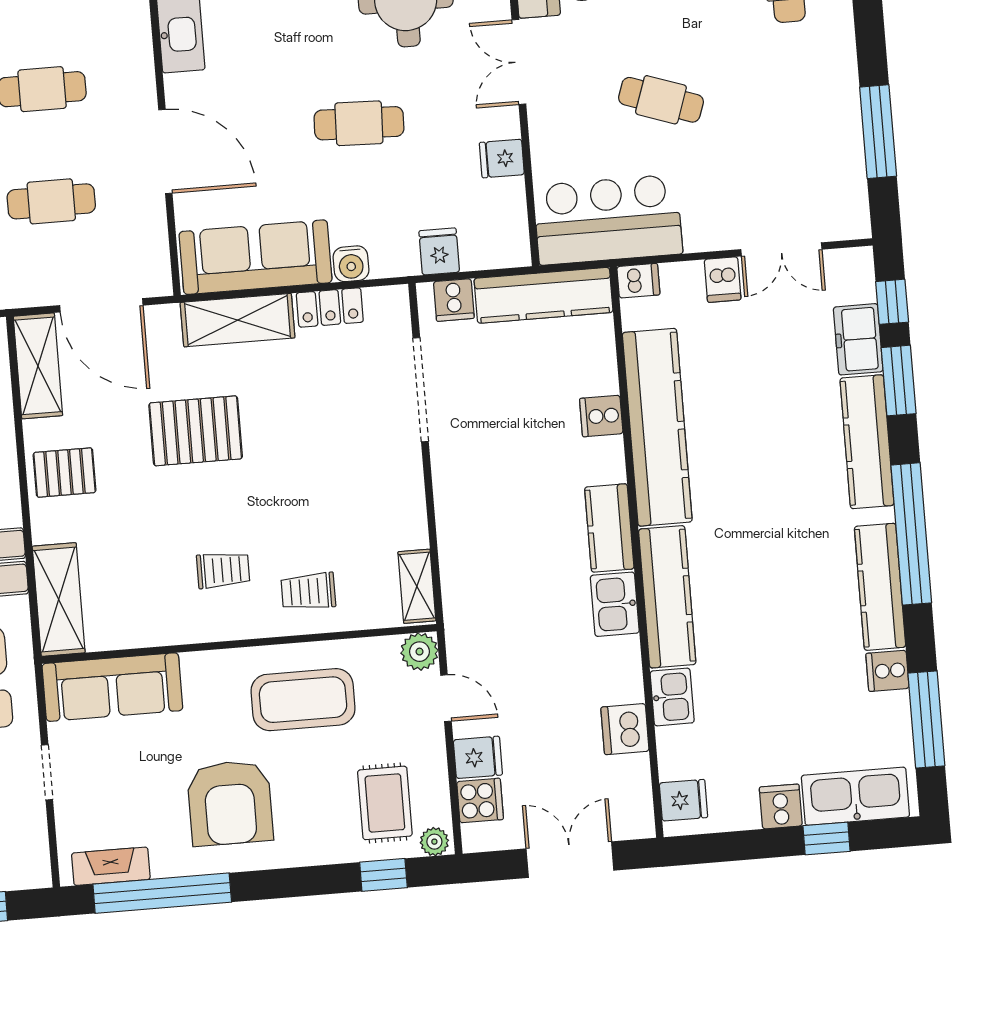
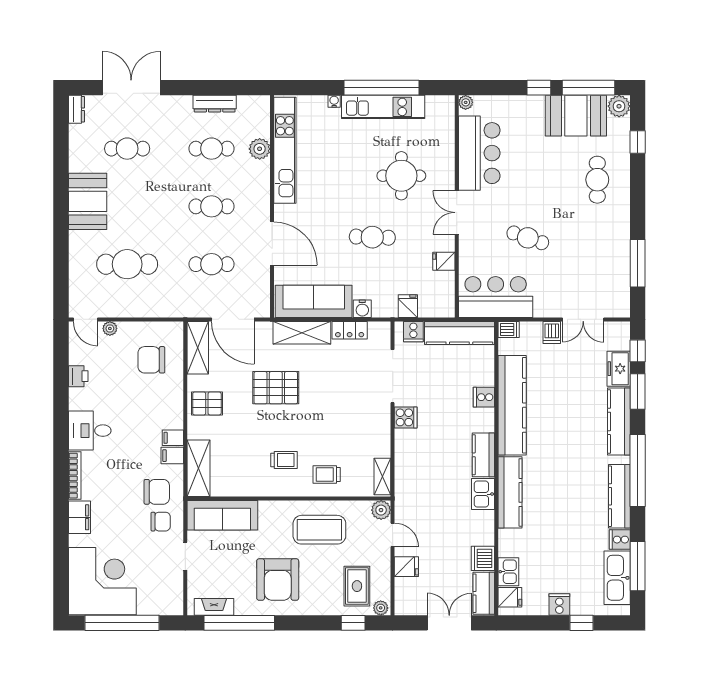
kitchen sink: (672, 697) -> (508, 572), moved
kitchen sink: (855, 796) -> (617, 578), moved, turned -90
kitchen counter: (632, 797) -> (484, 593), added
cooker: (480, 801) -> (406, 417), moved

